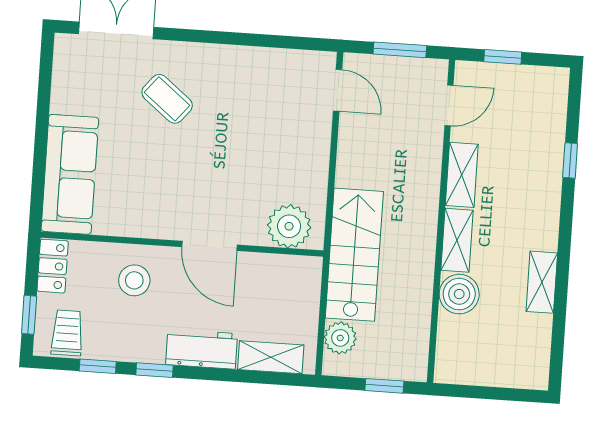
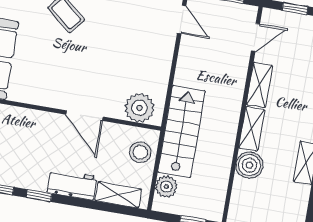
stool: (134, 280) -> (140, 152), moved

